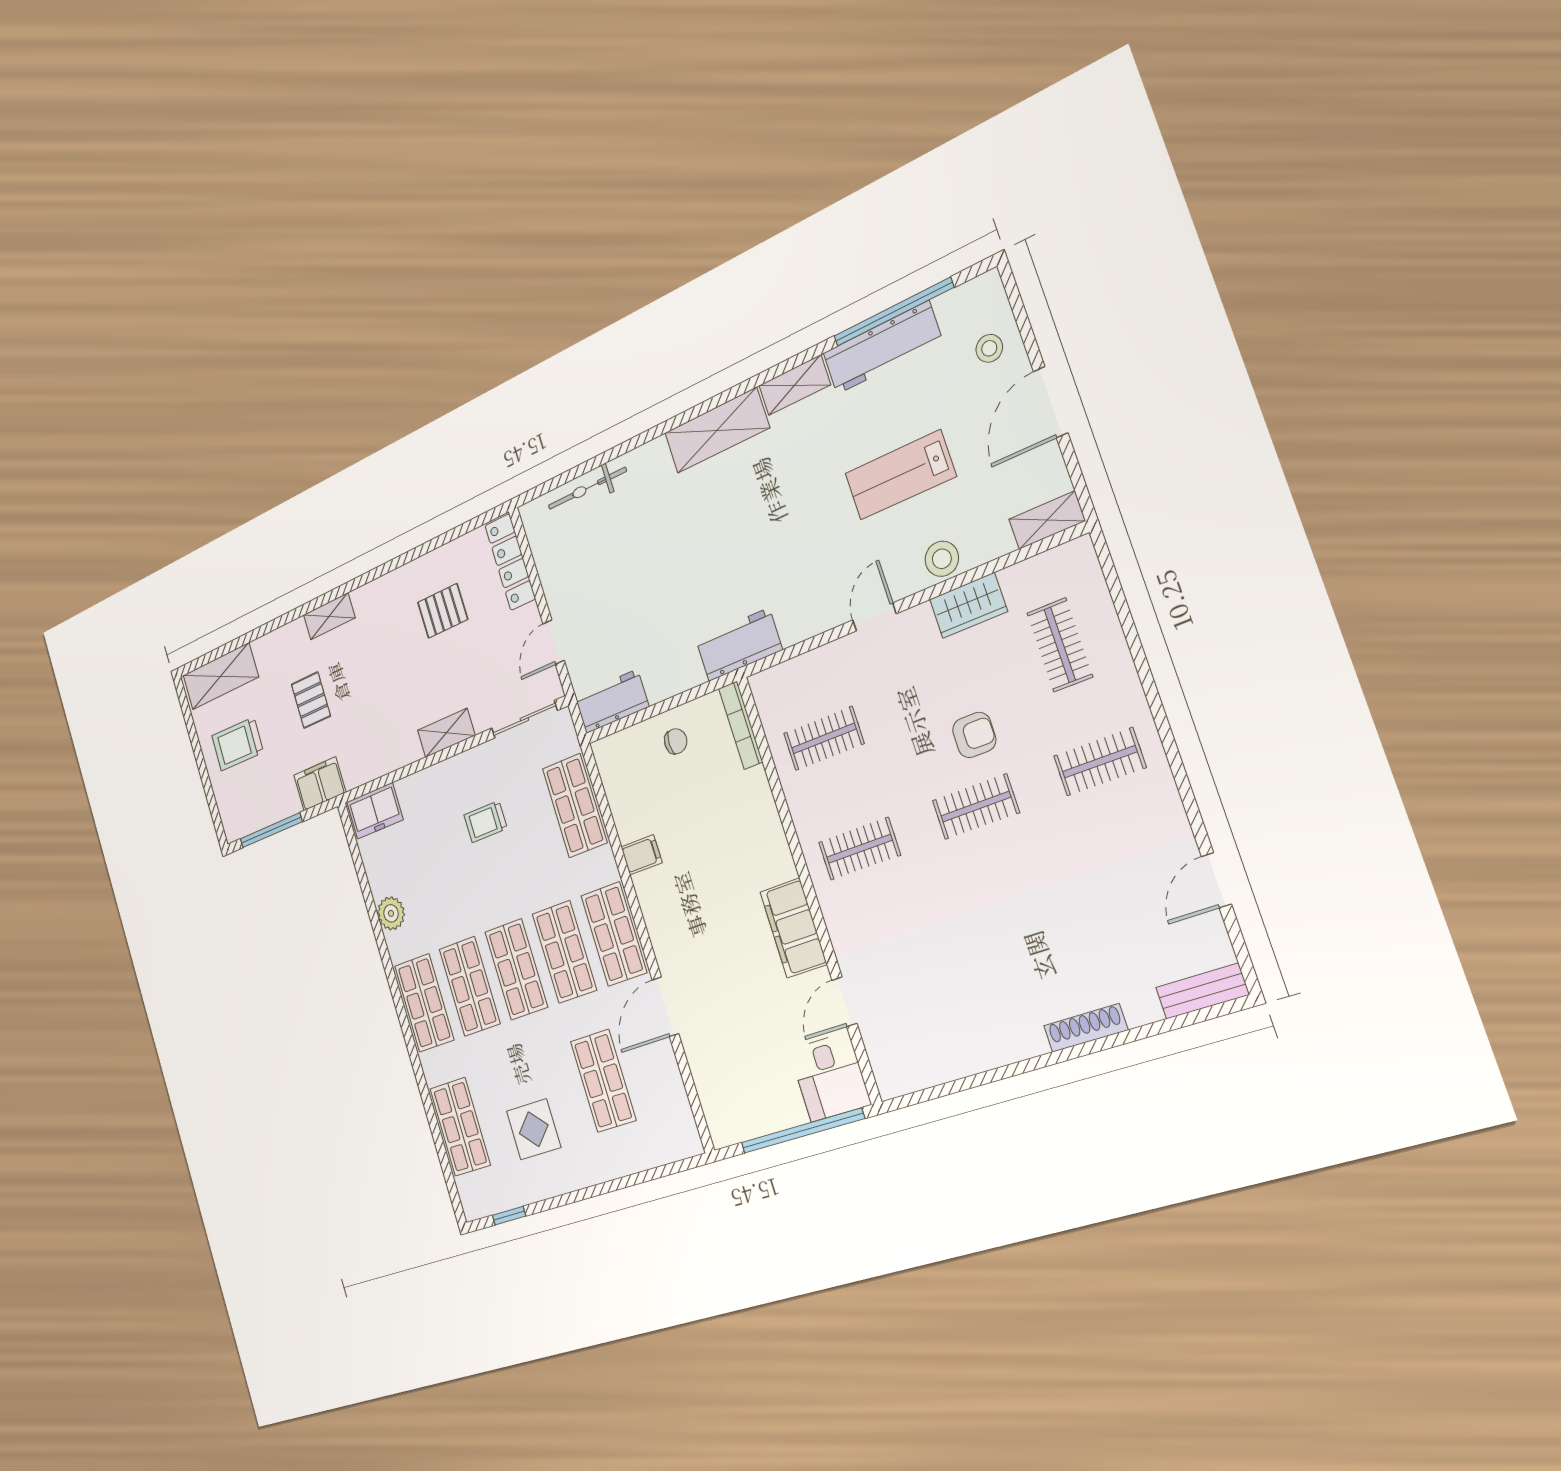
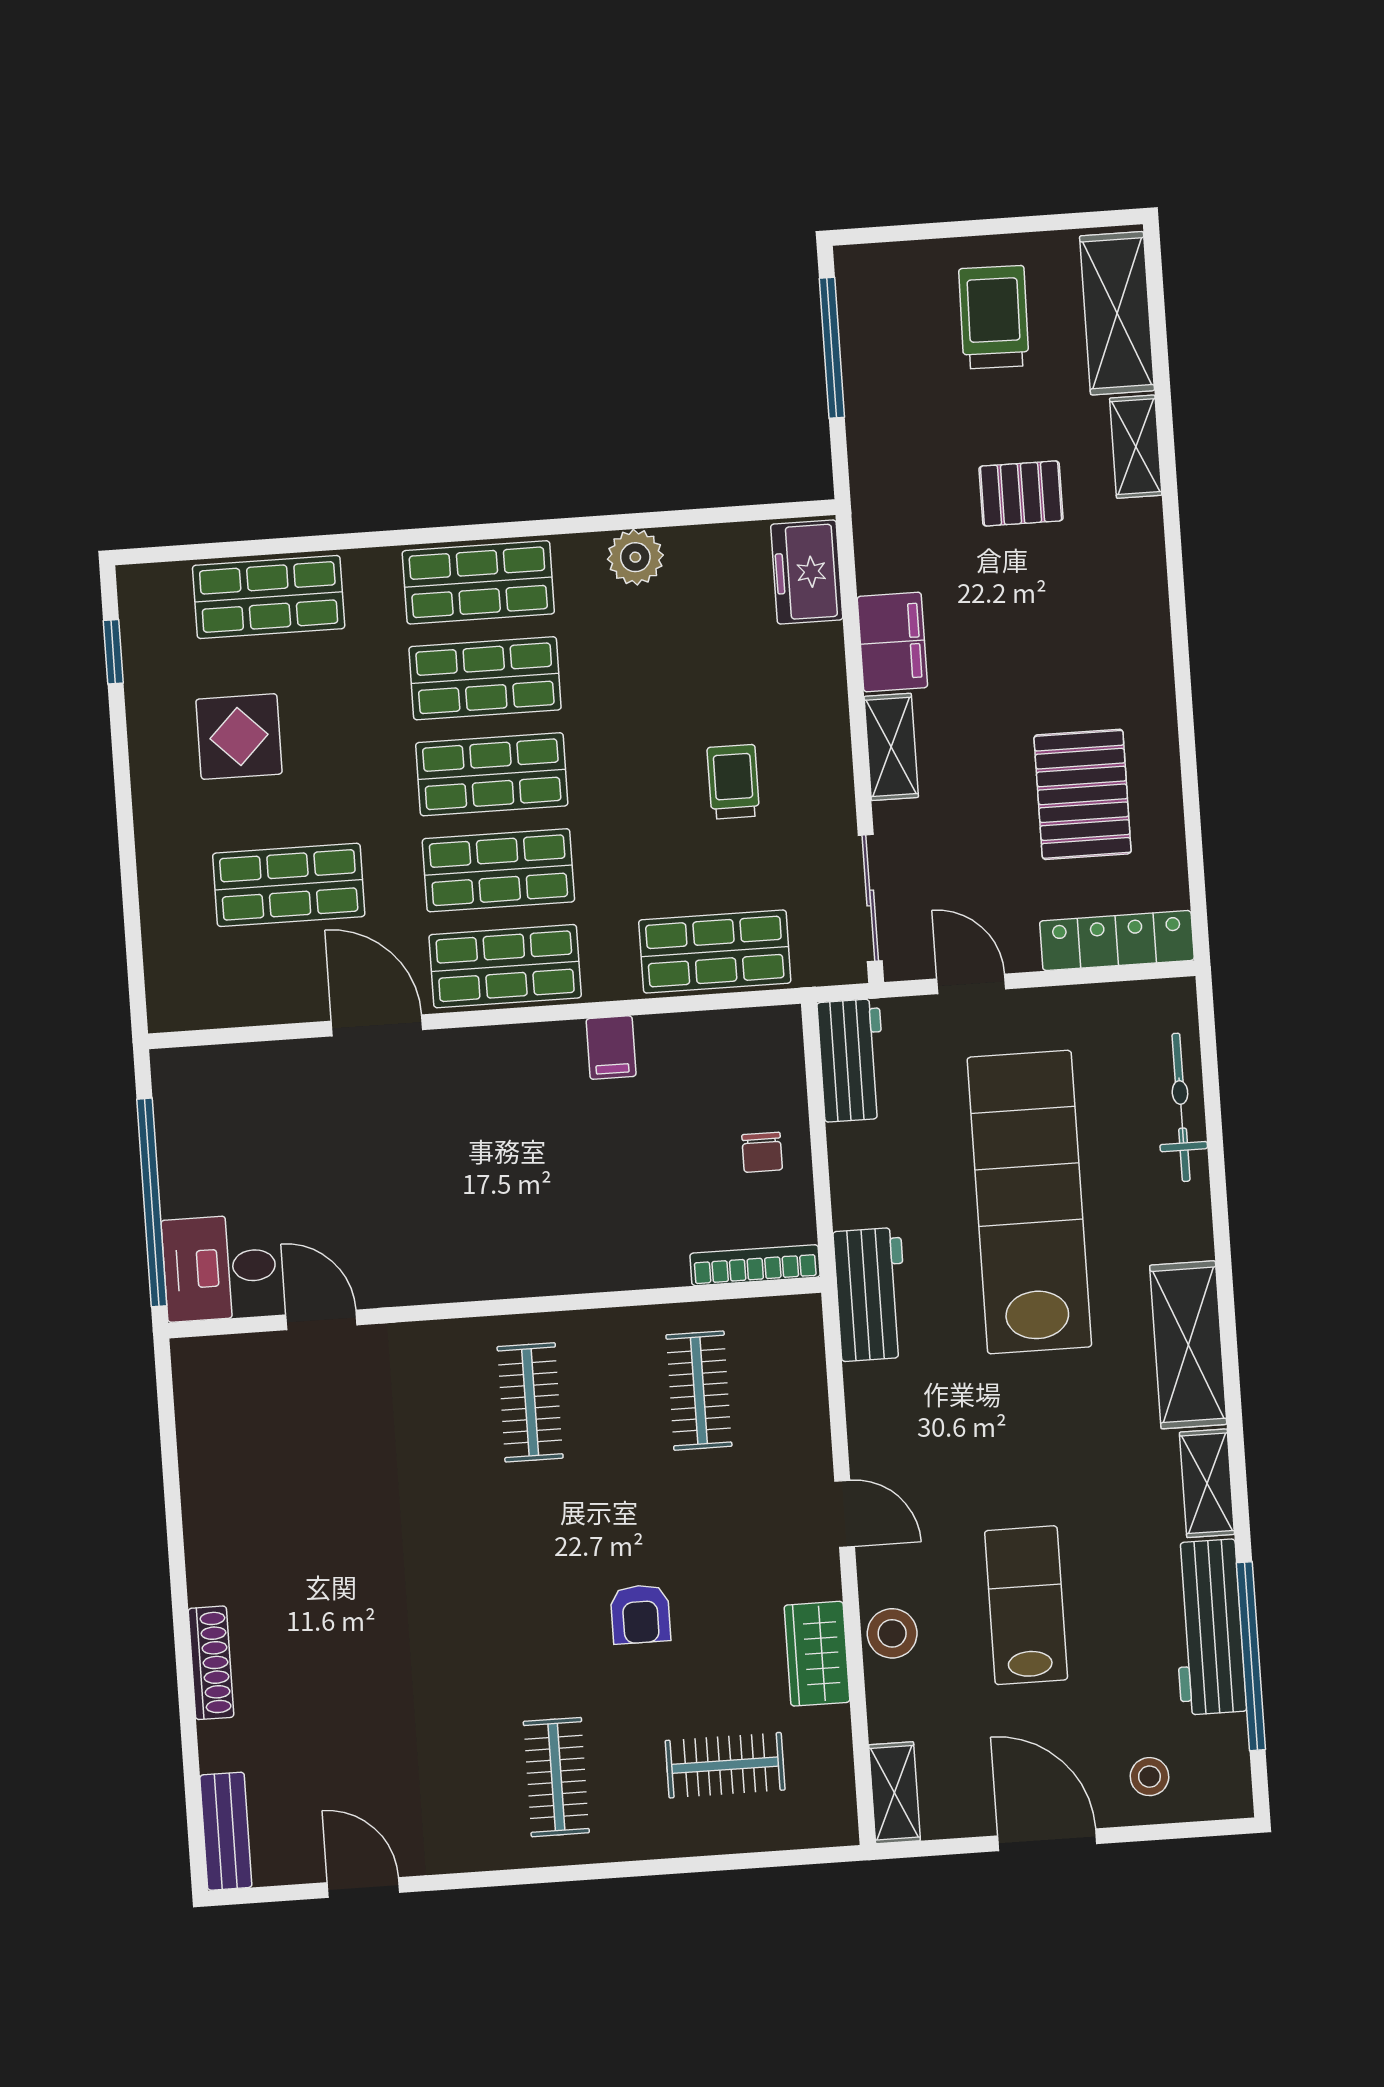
lab bench: (662, 563) -> (1029, 1202), added
pallet: (443, 611) -> (1083, 794), width x1.50, depth x1.42
shelving: (329, 616) -> (1136, 447), moved
filing cabinet: (320, 784) -> (892, 642), moved
clothes rail: (976, 807) -> (543, 1590), removed
filing cabinet: (793, 928) -> (444, 1269), removed

